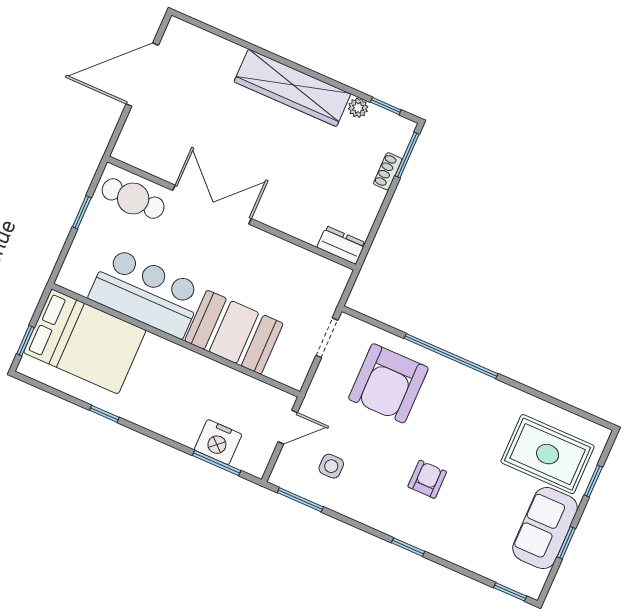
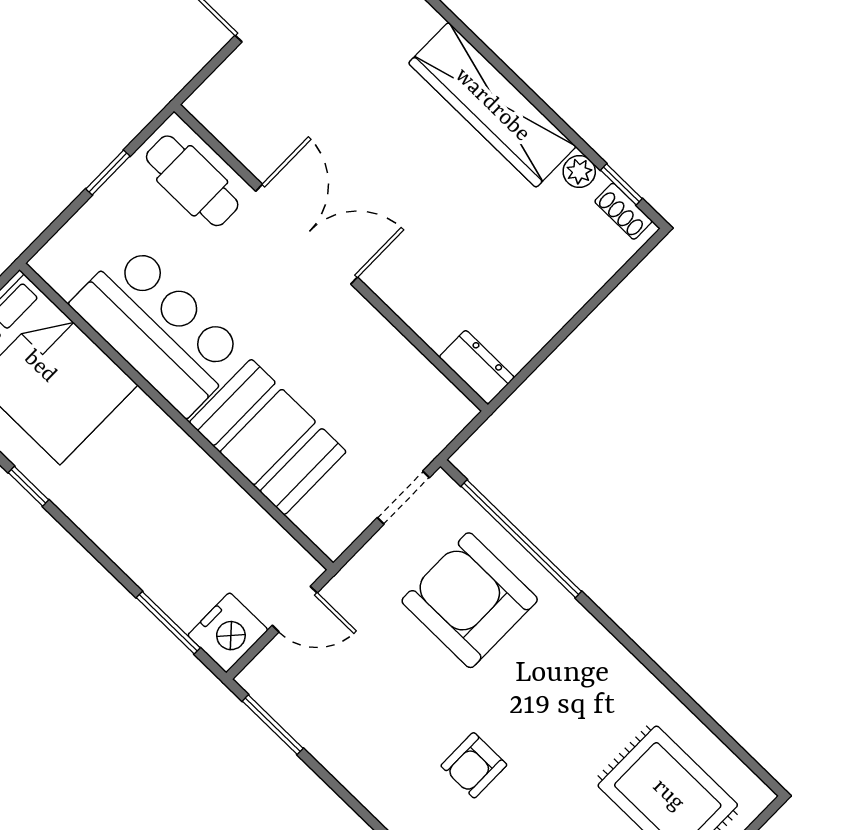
window: (407, 155) -> (626, 270), removed
shoe rack: (388, 171) -> (623, 211), moved, turned -90
window: (451, 356) -> (521, 539), moved
armchair: (388, 383) -> (470, 600), turned 90
nightstand: (218, 442) -> (228, 633), moved, turned -90
side table: (331, 466) -> (338, 692), removed
armchair: (427, 479) -> (474, 765), turned 180

